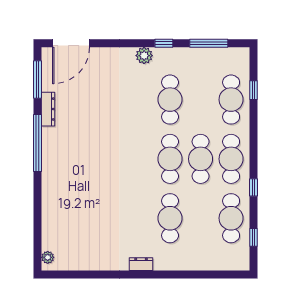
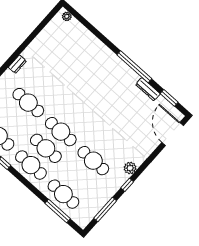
window: (38, 80) -> (169, 98), width x0.69
window: (253, 90) -> (58, 211), width x2.17

